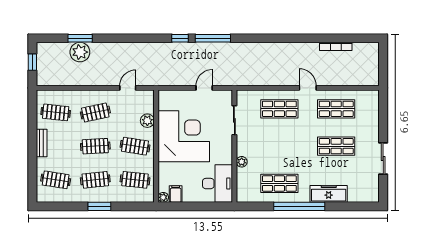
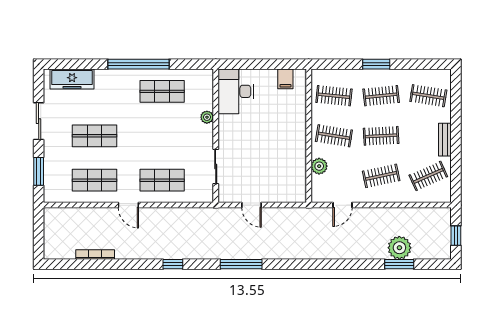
window: (180, 38) -> (173, 264), moved
door: (204, 88) -> (252, 205), hinge flipped
clothes rail: (56, 112) -> (428, 176), turned -30
window: (383, 116) -> (39, 171), added
corner desk: (184, 136) -> (276, 148), removed
freezer: (329, 194) -> (72, 79), moved
plant: (163, 197) -> (300, 75), removed

